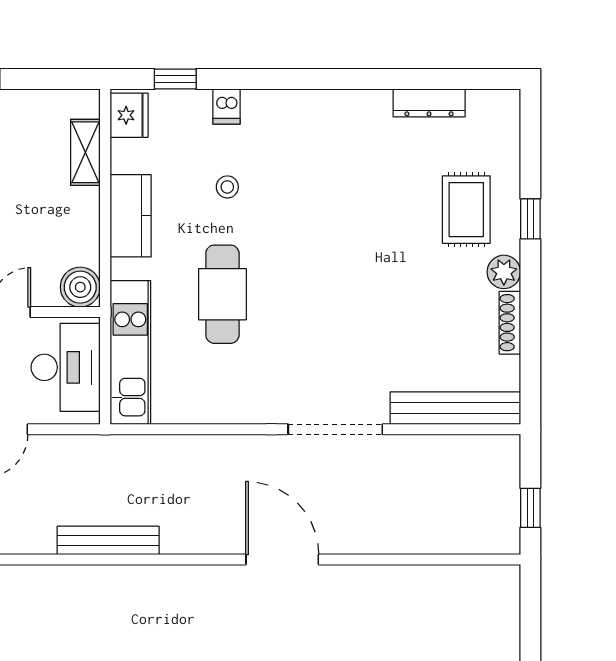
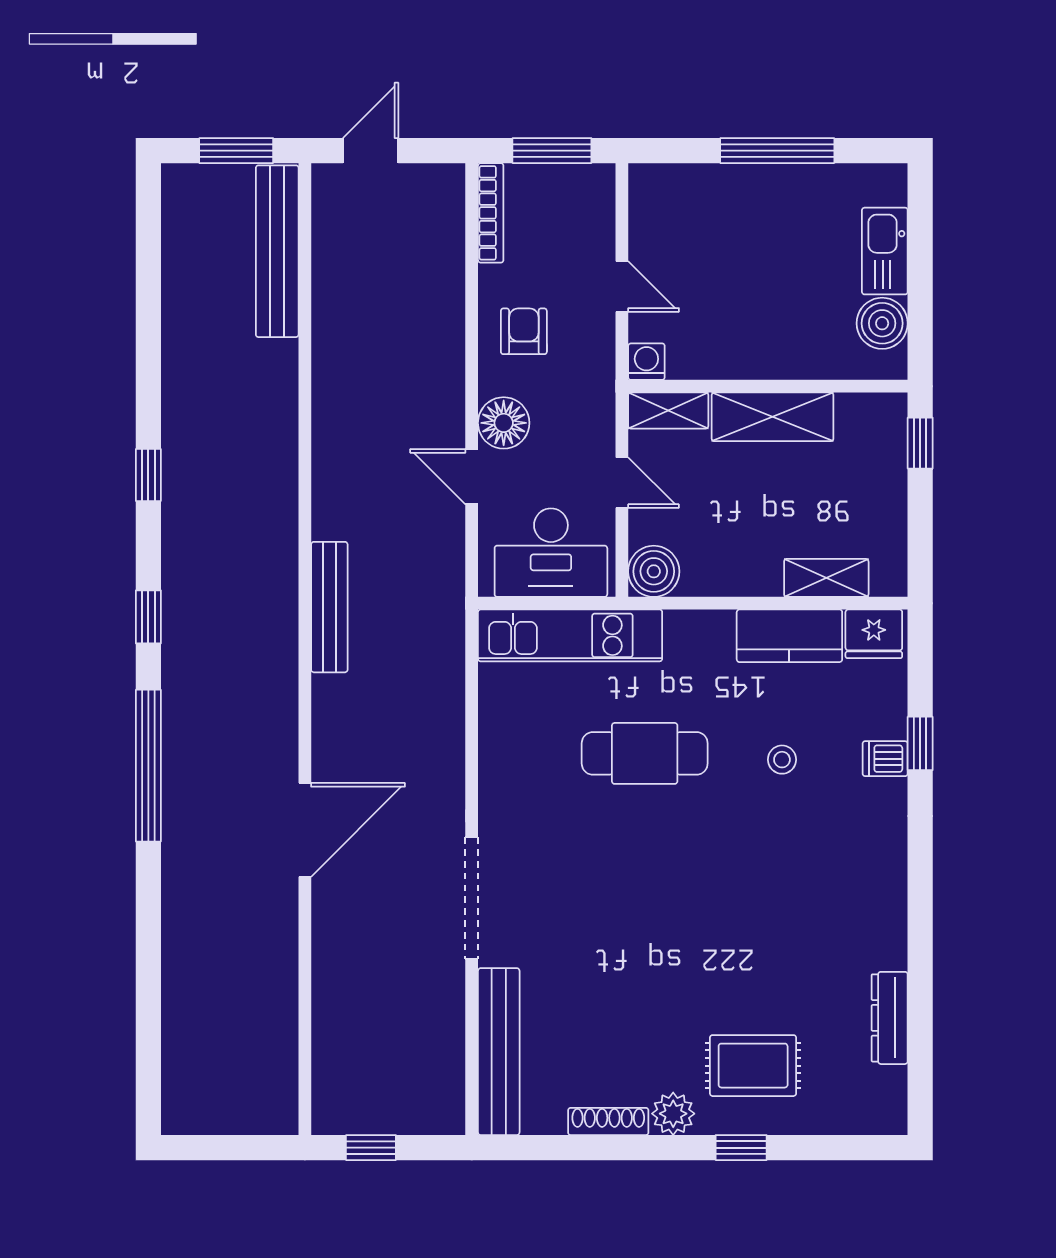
window: (175, 79) -> (920, 743), moved
kitchen counter: (131, 216) -> (789, 636), moved

